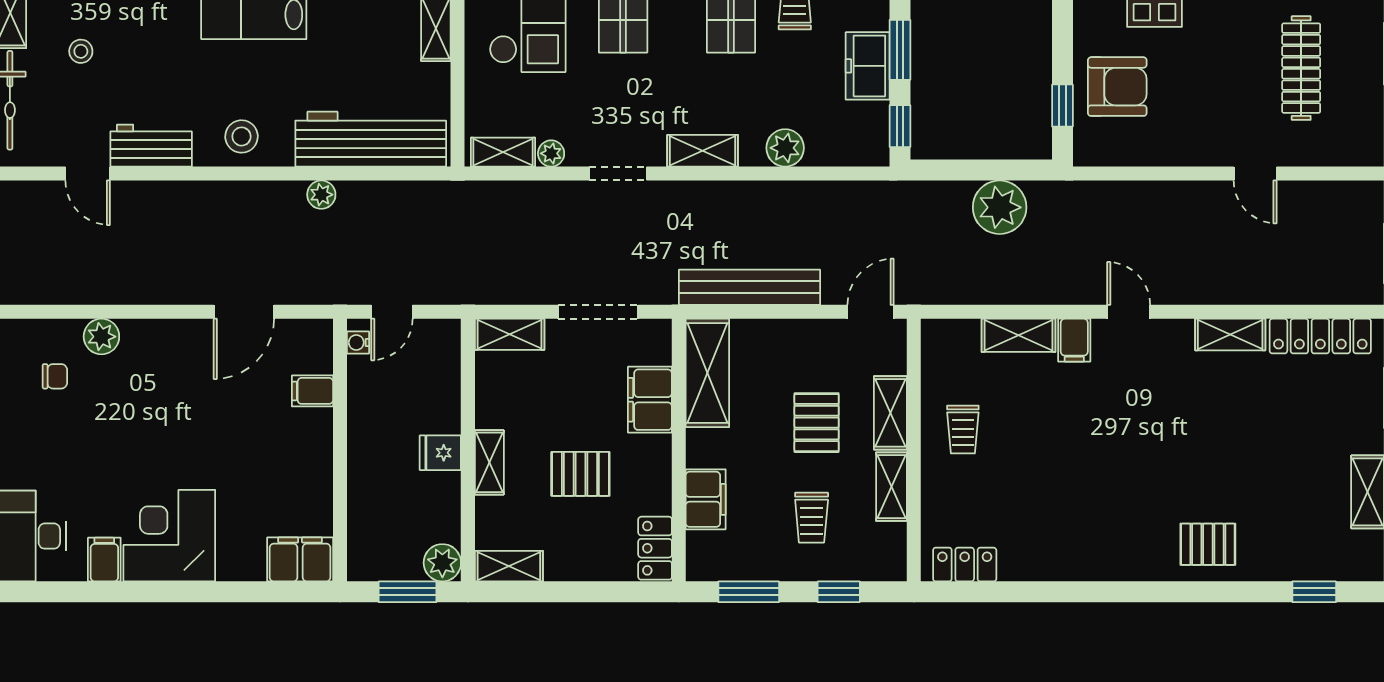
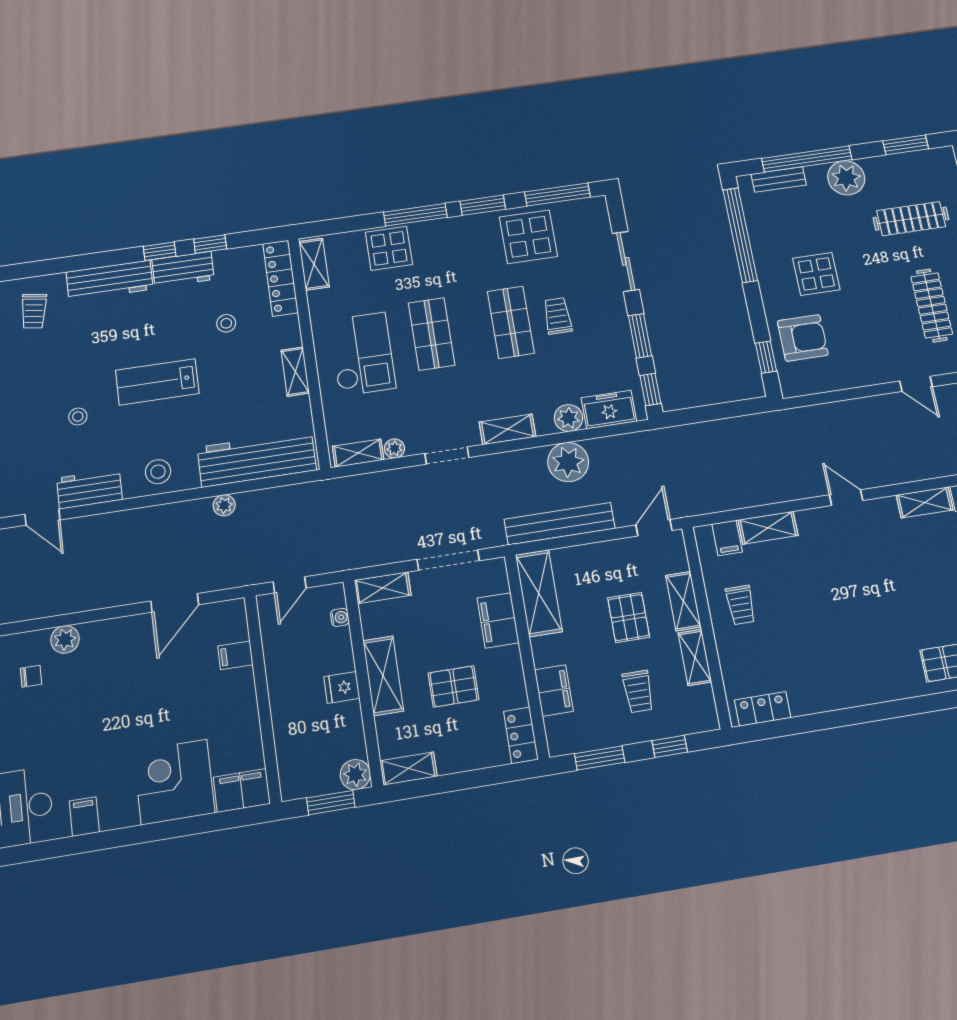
stool: (81, 51) -> (78, 417), moved
freezer: (868, 66) -> (609, 409), moved, turned 90
plant: (1000, 207) -> (568, 462), moved
filing cabinet: (1074, 340) -> (727, 538), moved
water cooler: (358, 342) -> (340, 617), moved, turned 180
shelving: (489, 462) -> (383, 676), width x1.50, depth x1.33
corner desk: (169, 536) -> (174, 782), moved

